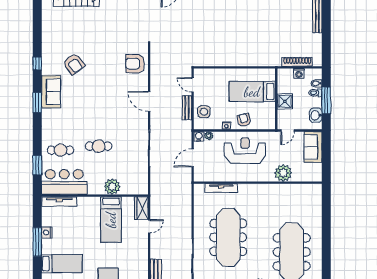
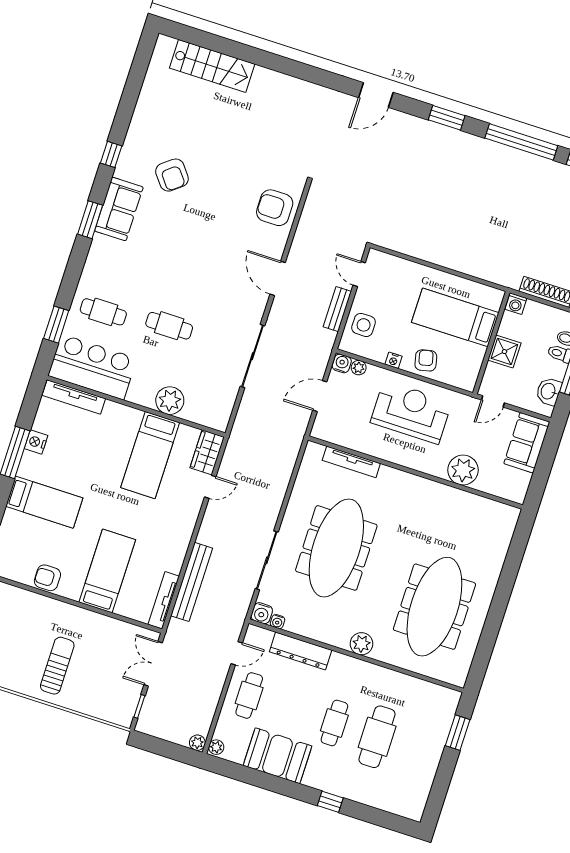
washing machine: (299, 73) -> (516, 304), moved

